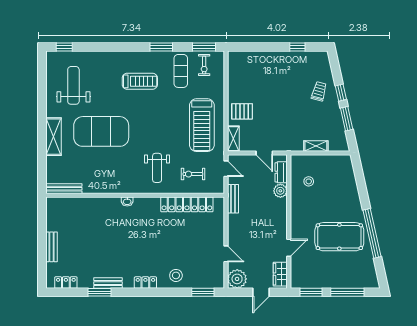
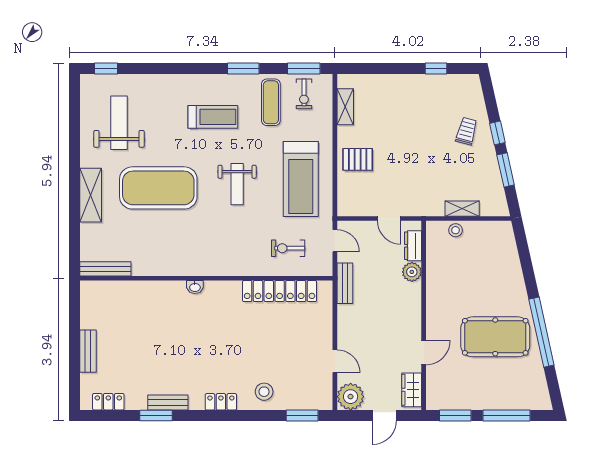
shelving: (233, 139) -> (345, 107), moved
weight bench: (157, 168) -> (237, 184), moved
stool: (309, 181) -> (456, 230), moved

